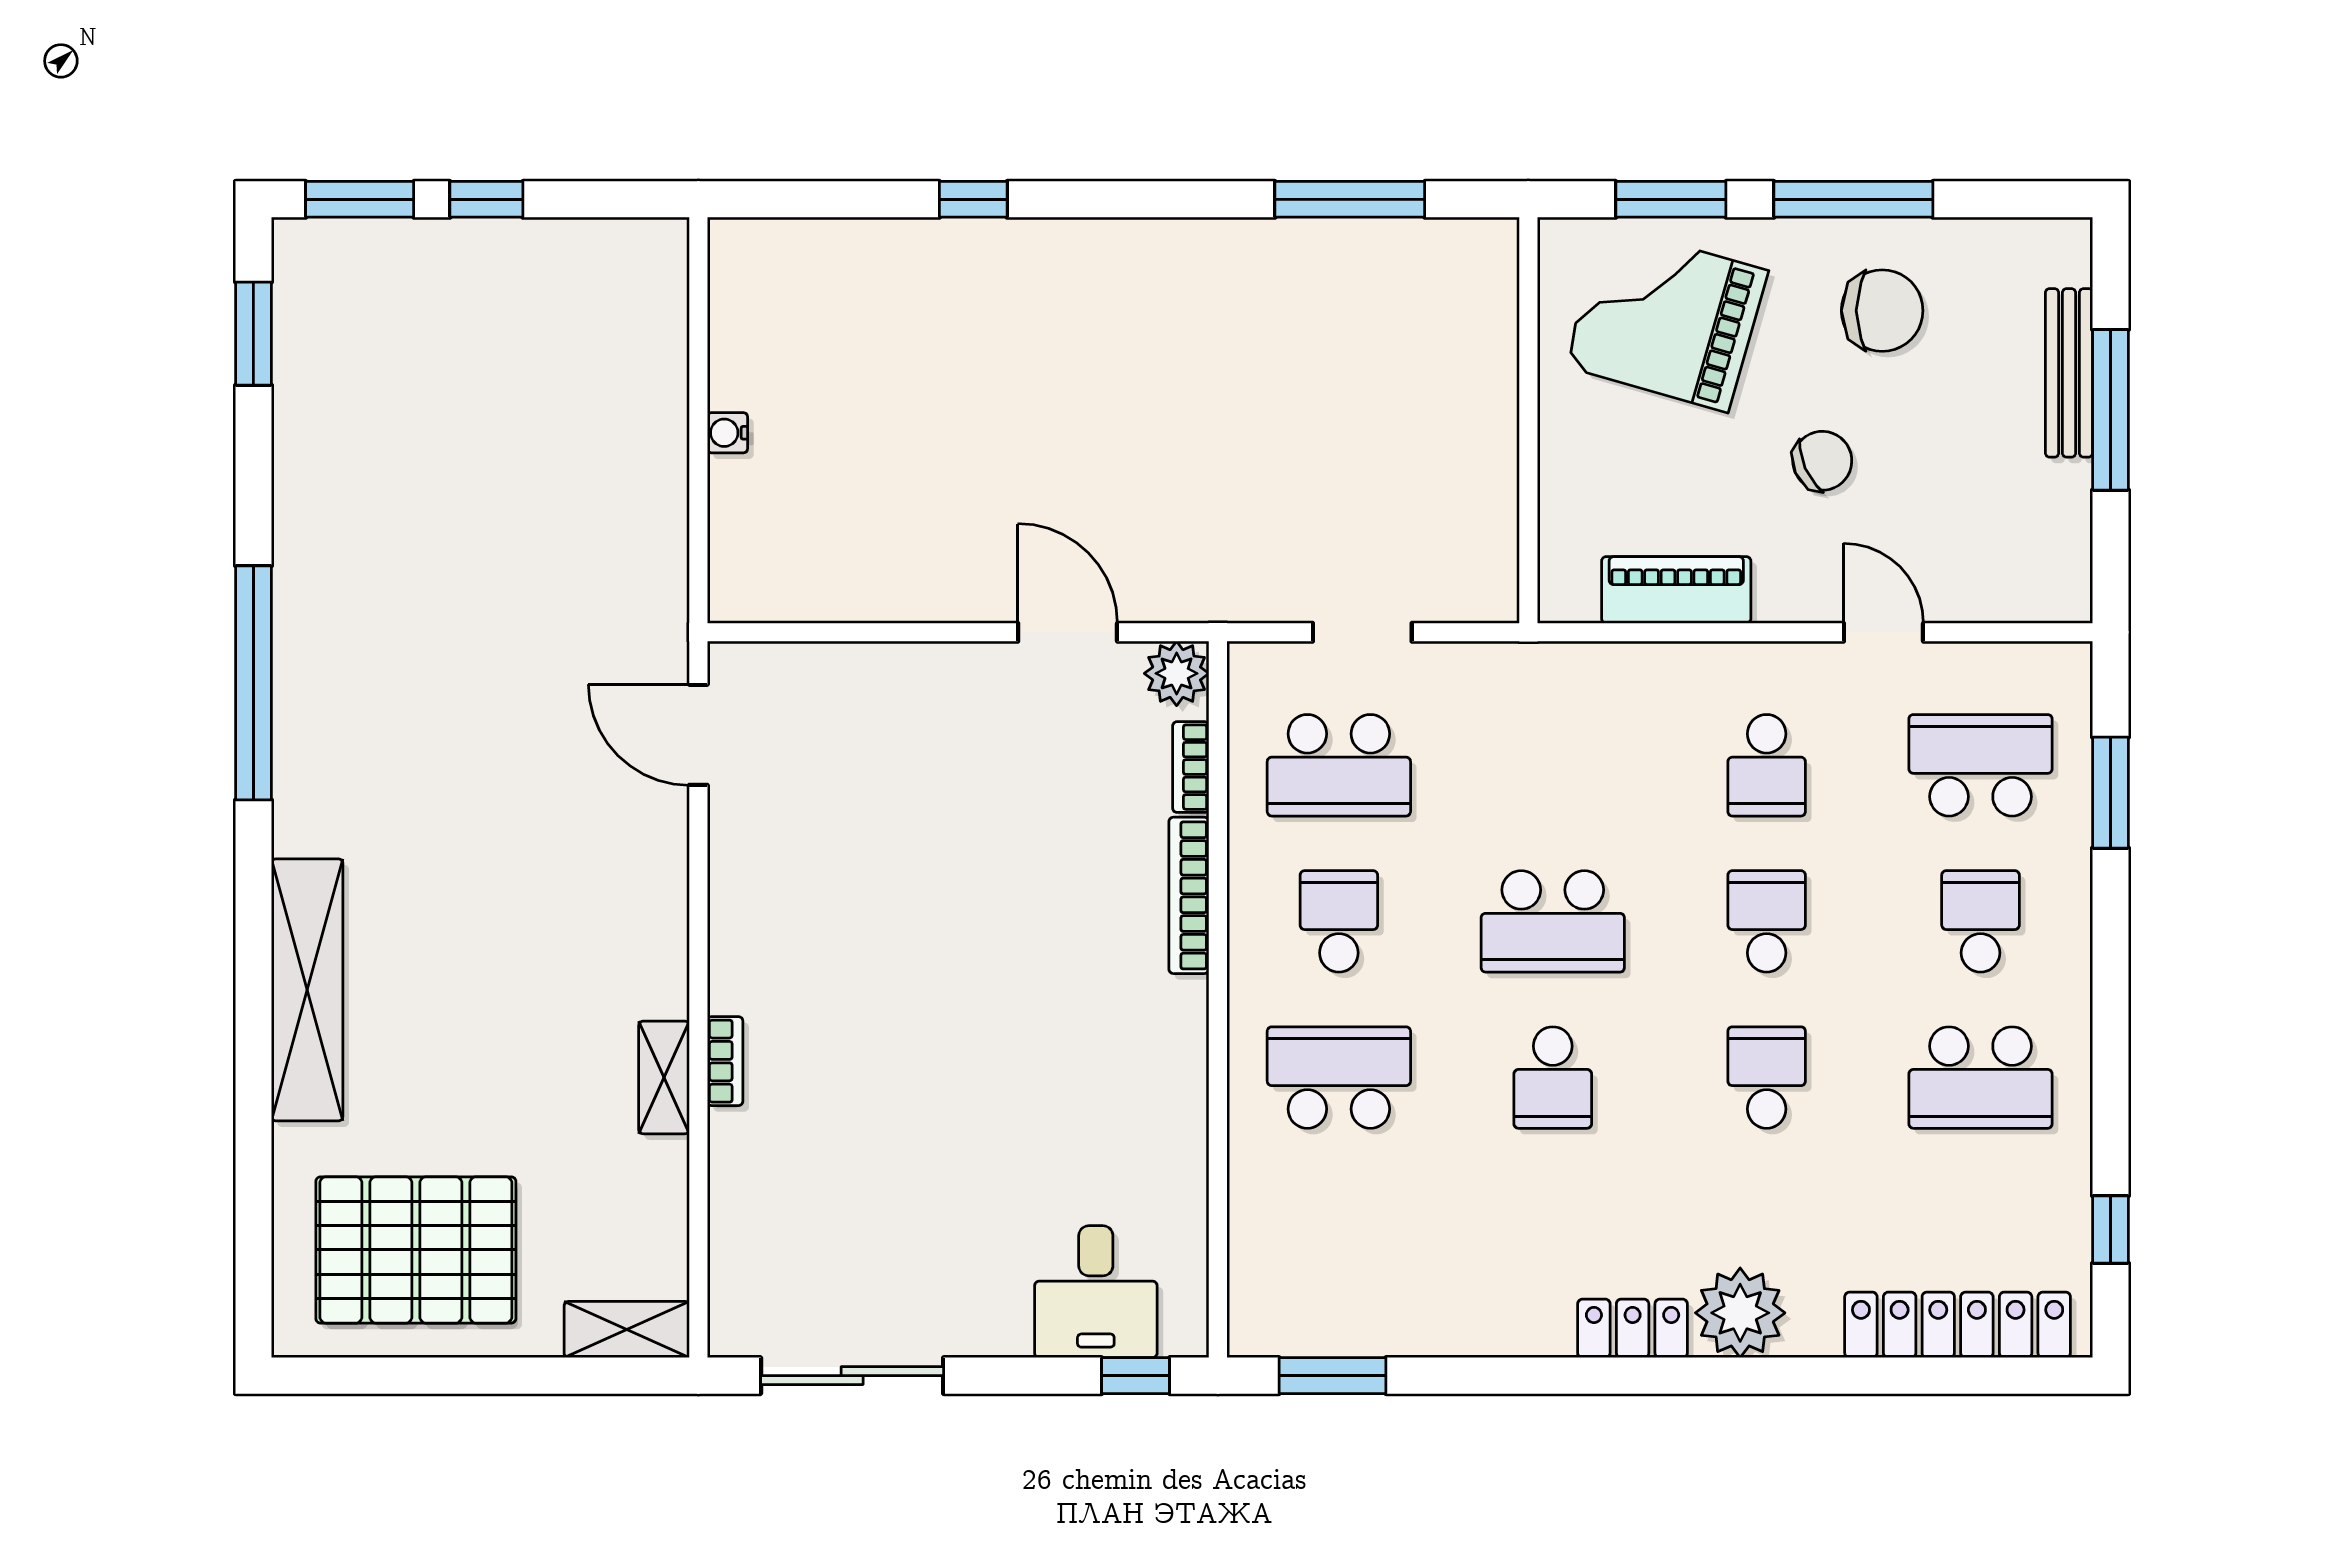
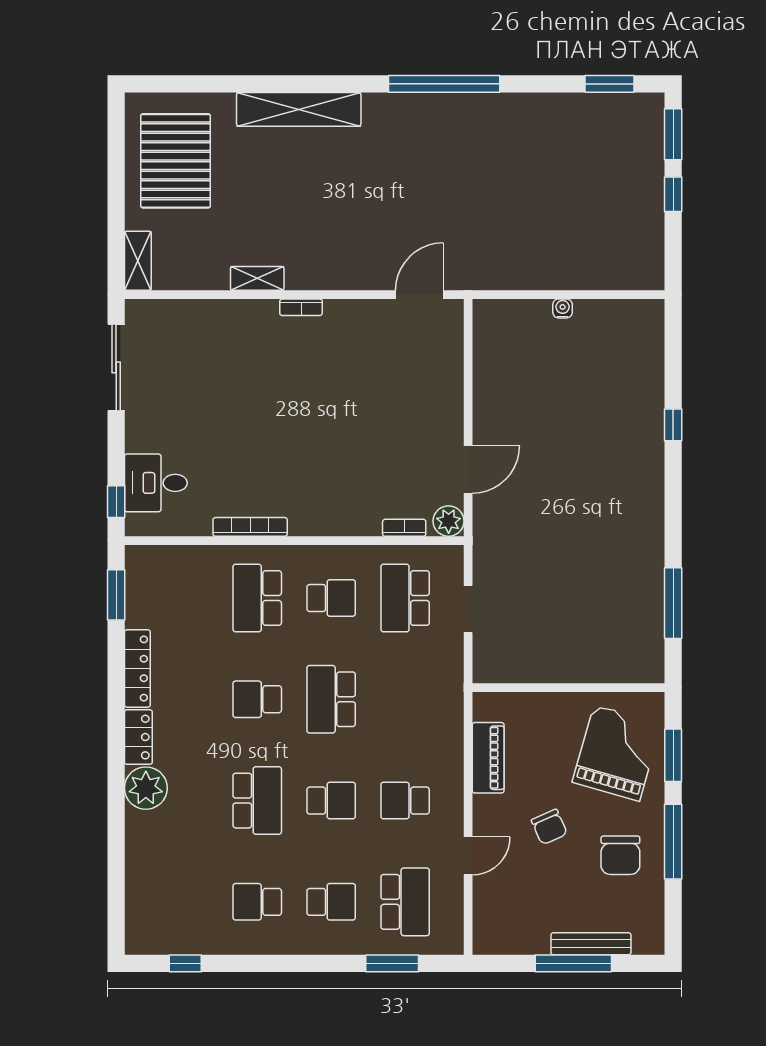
bookcase: (1189, 895) -> (250, 527), moved
bookcase: (725, 1061) -> (301, 307), moved
school desk: (1339, 1078) -> (257, 598), turned 180
school desk: (1767, 1078) -> (257, 801), width x1.85
school desk: (1981, 1078) -> (257, 902), width x0.54
locker: (1958, 1325) -> (137, 669), moved, width x0.71, depth x0.83

